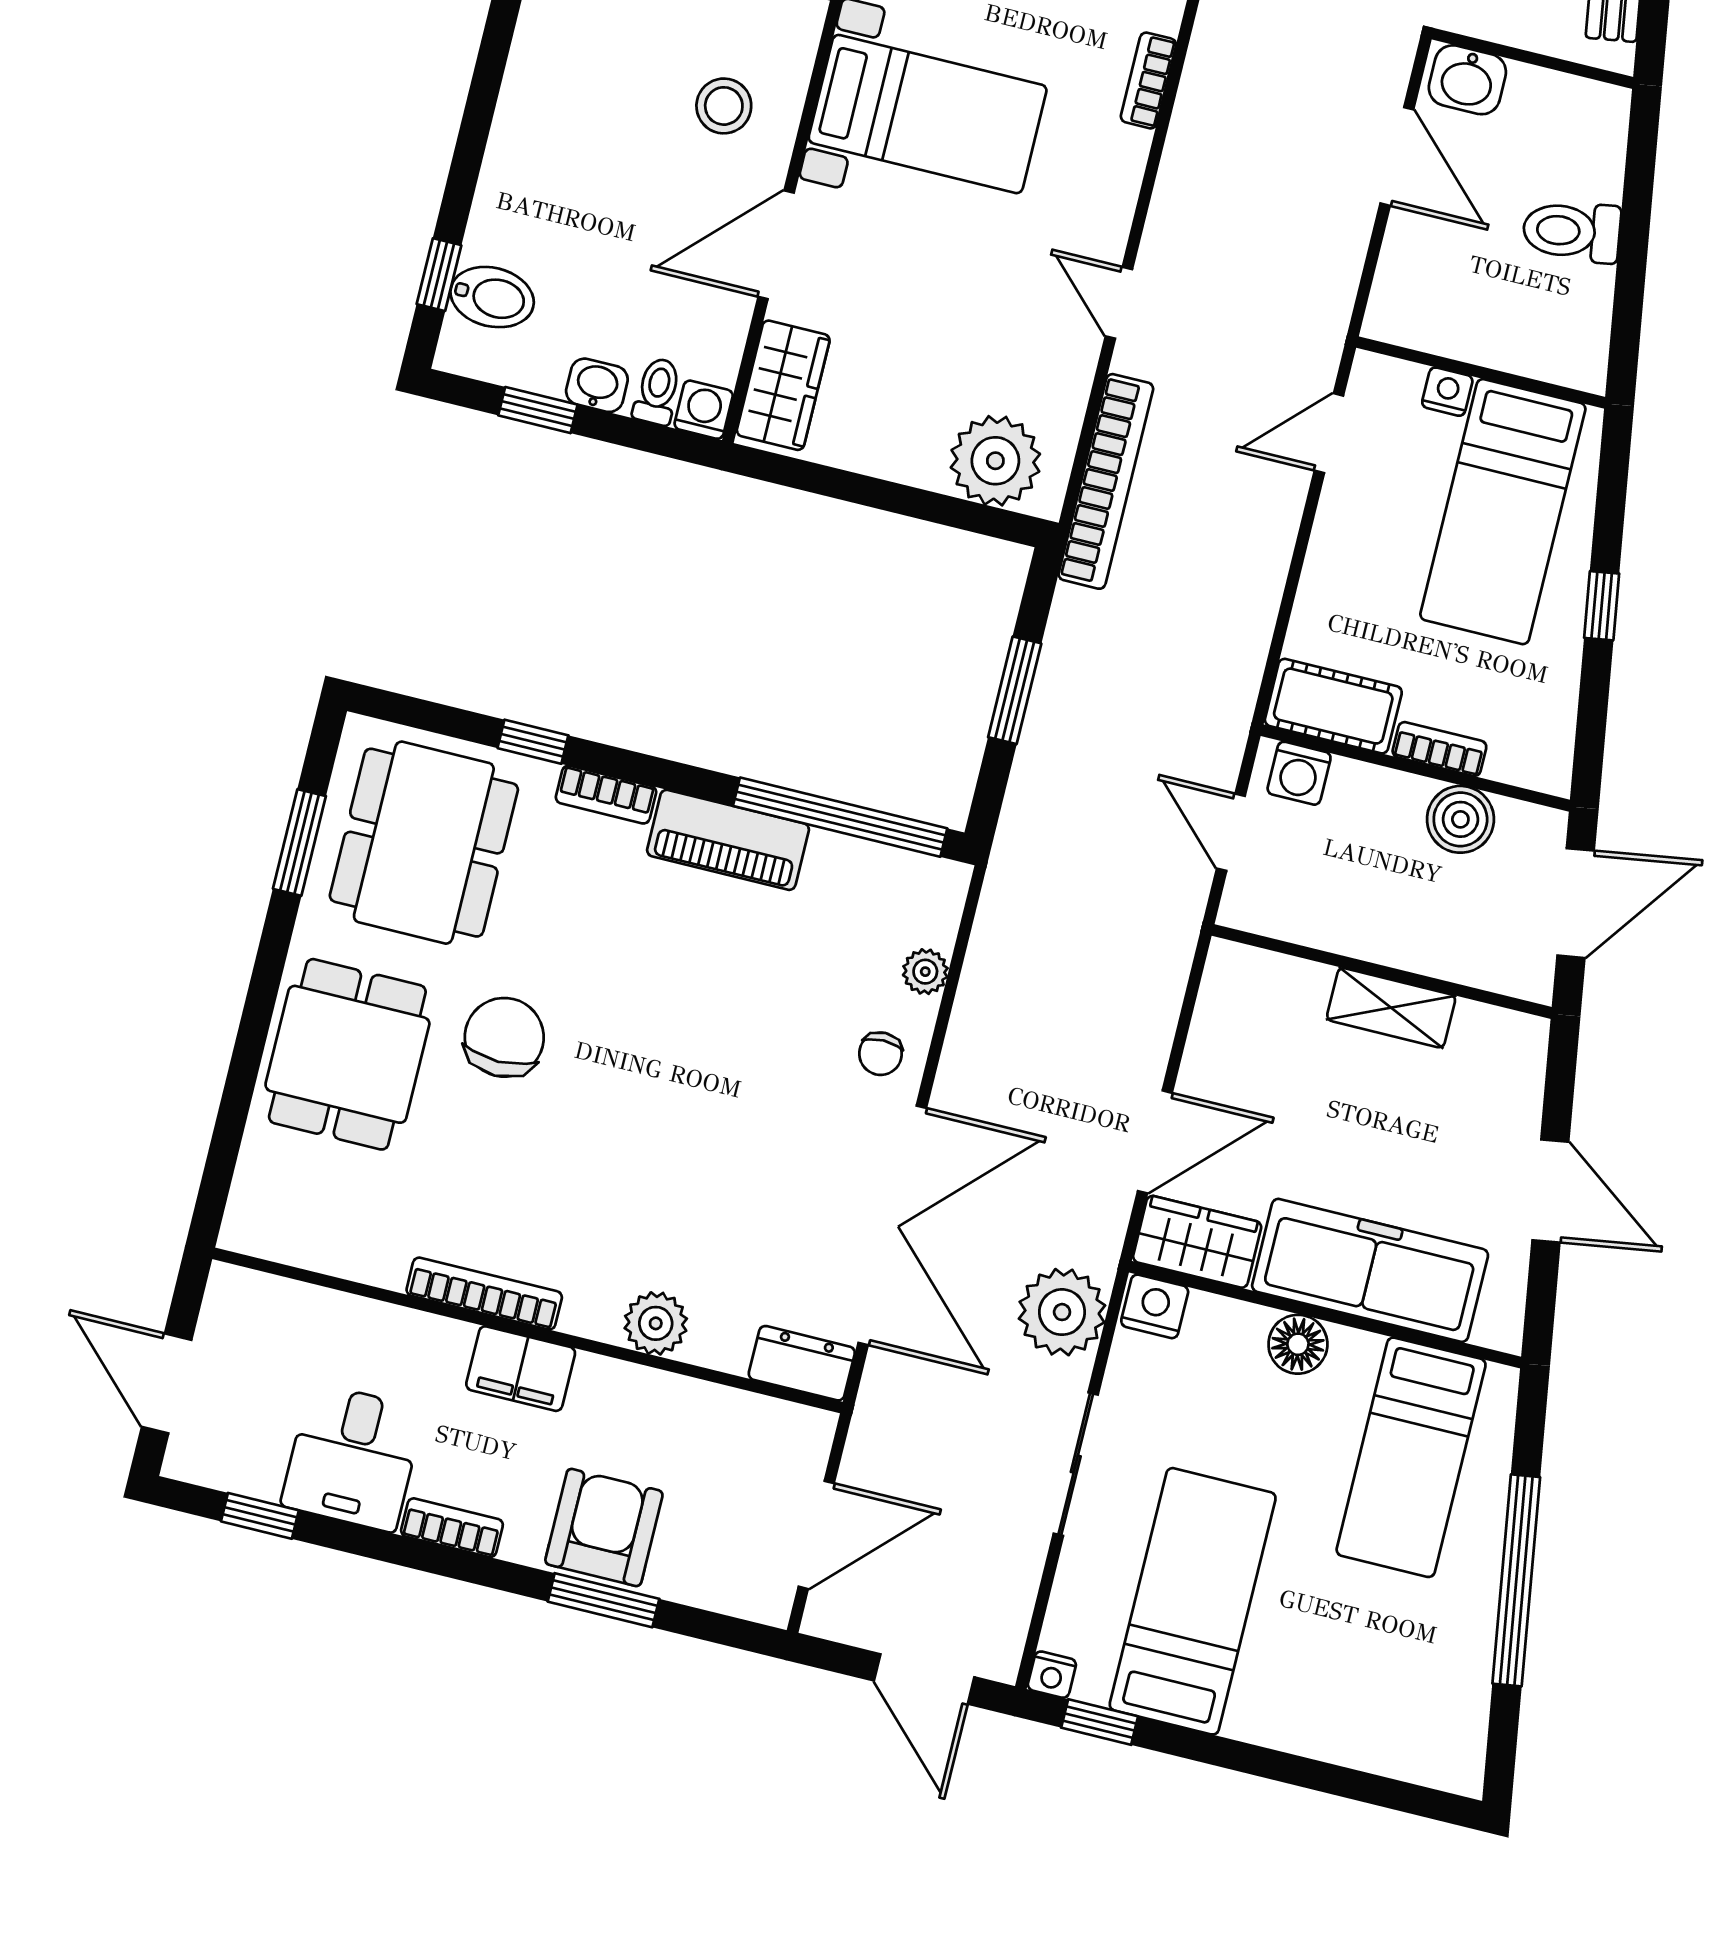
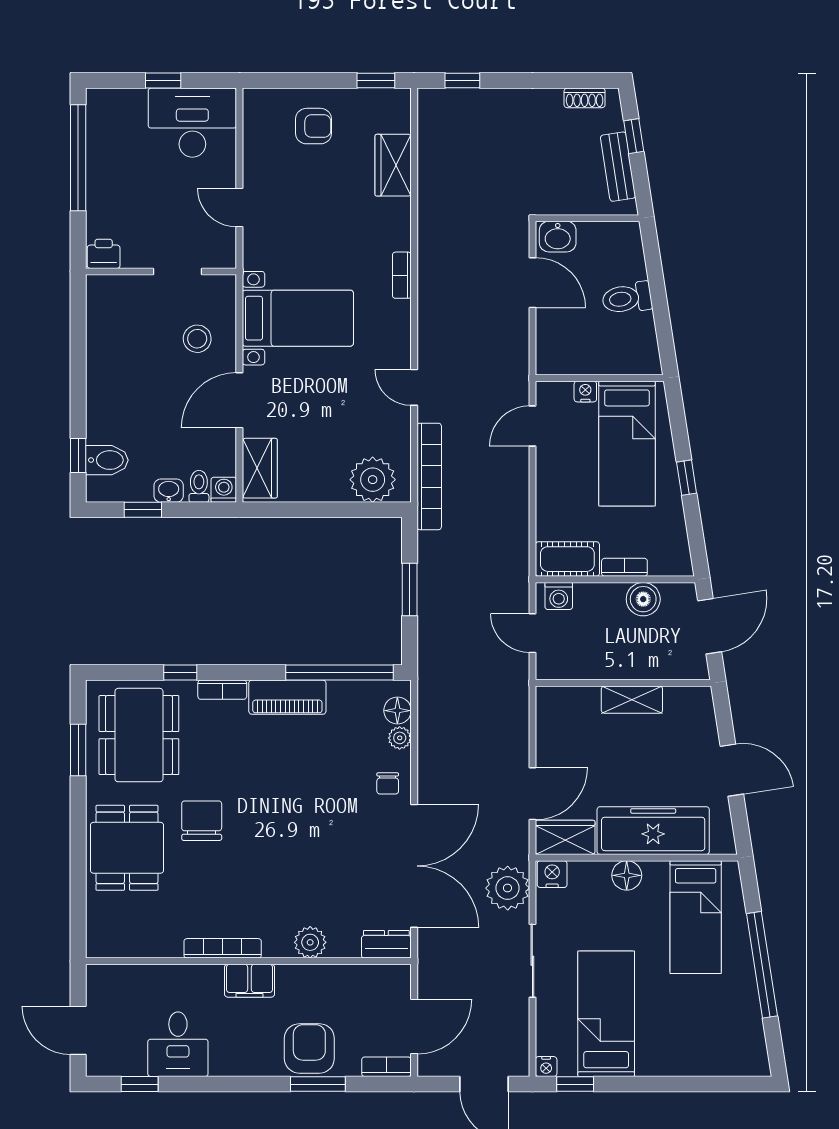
floor lamp: (934, 918) -> (397, 711), added
bookcase: (452, 1528) -> (386, 1067), moved

